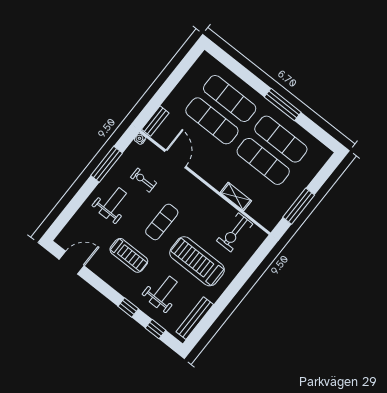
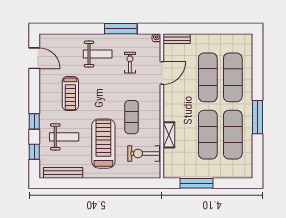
exercise mat: (162, 222) -> (132, 117), moved, turned 90

